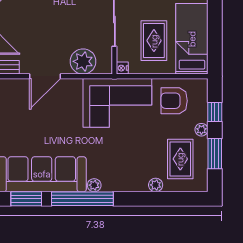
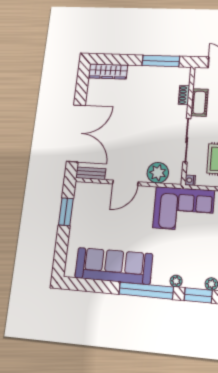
plant: (94, 185) -> (176, 281), moved
window: (26, 199) -> (198, 295), moved

